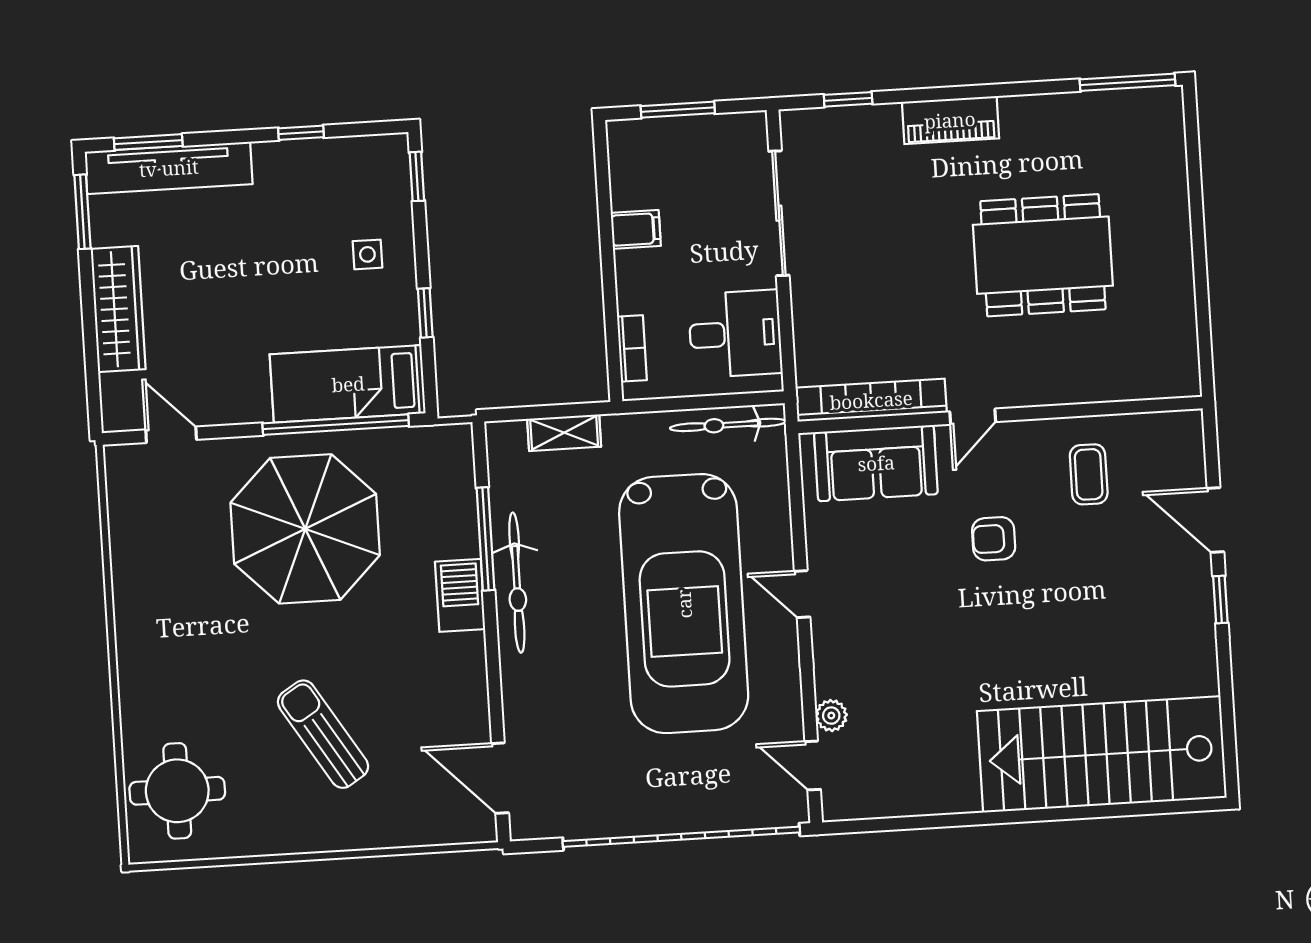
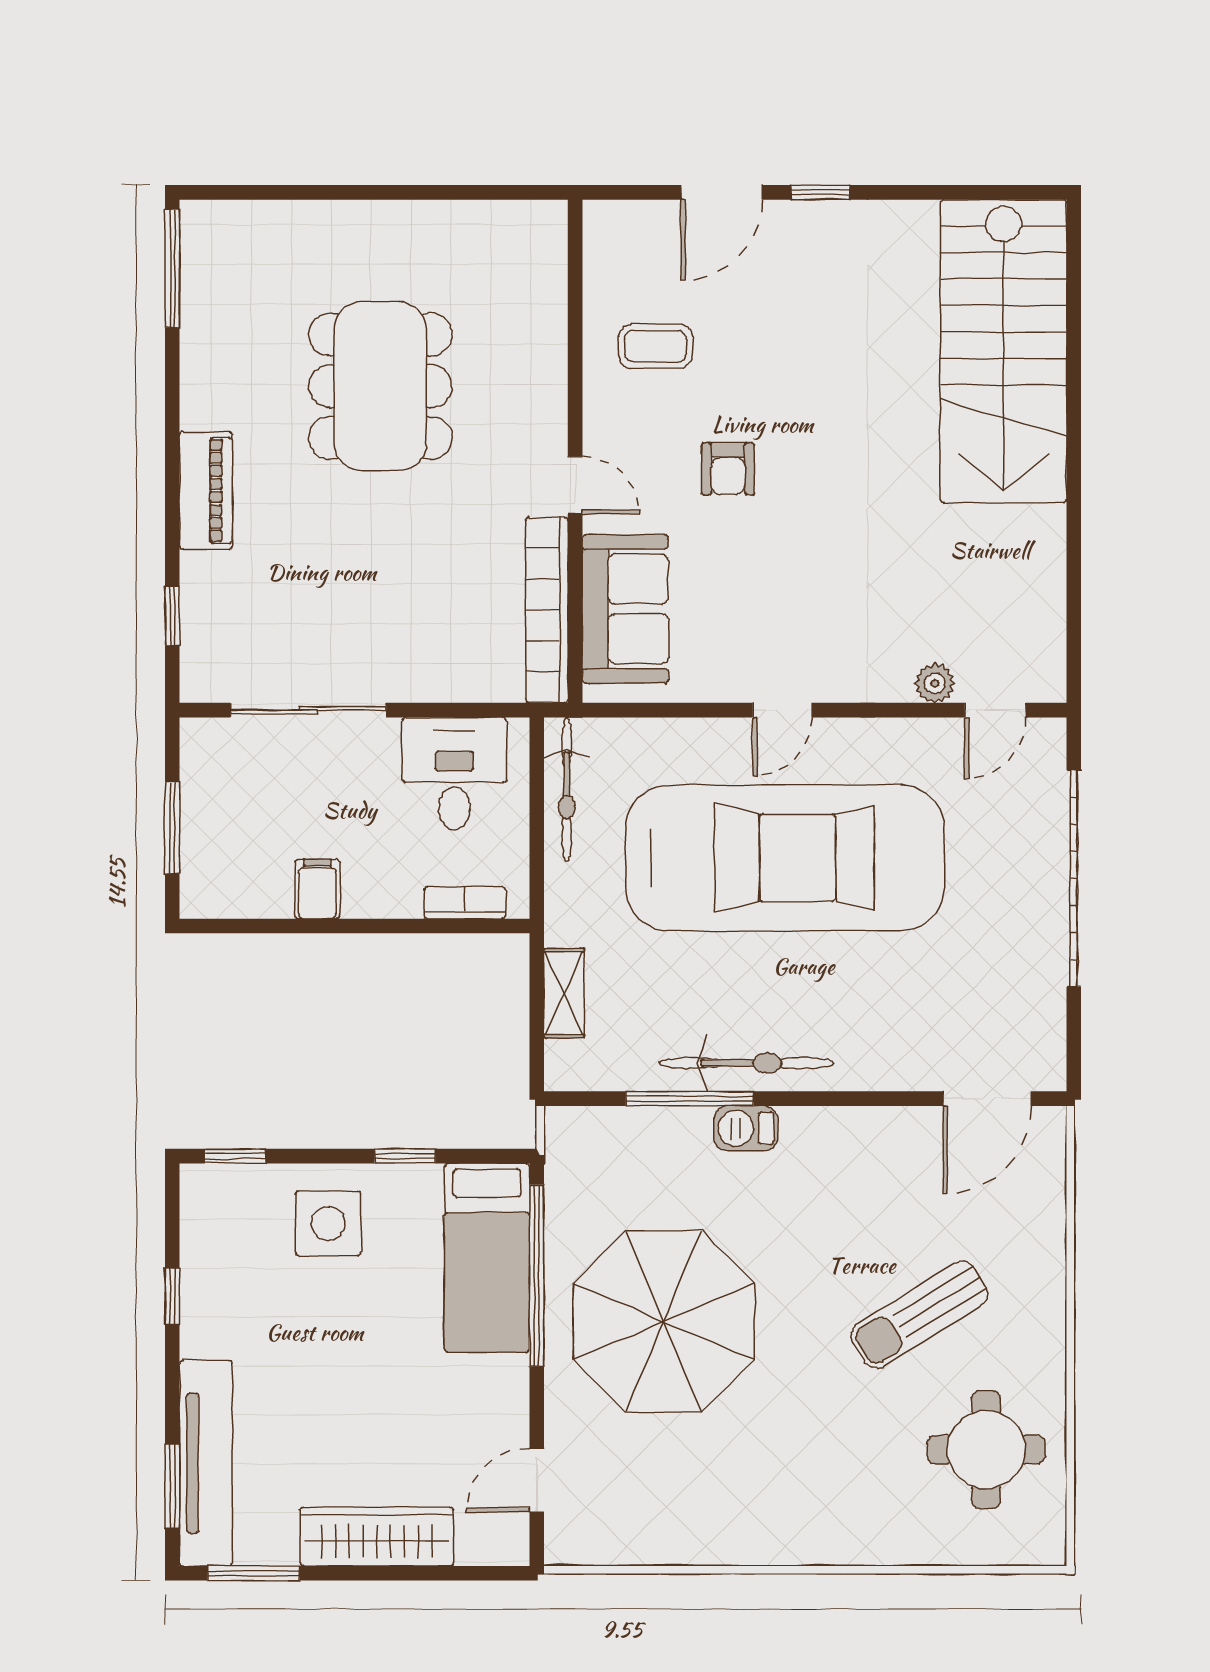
side table: (367, 254) -> (328, 1223), width x1.87, depth x1.87
barbecue: (460, 595) -> (746, 1128), width x0.73, depth x0.79
round table: (177, 791) -> (986, 1450), moved
garage door: (681, 837) -> (1074, 878), width x0.73

